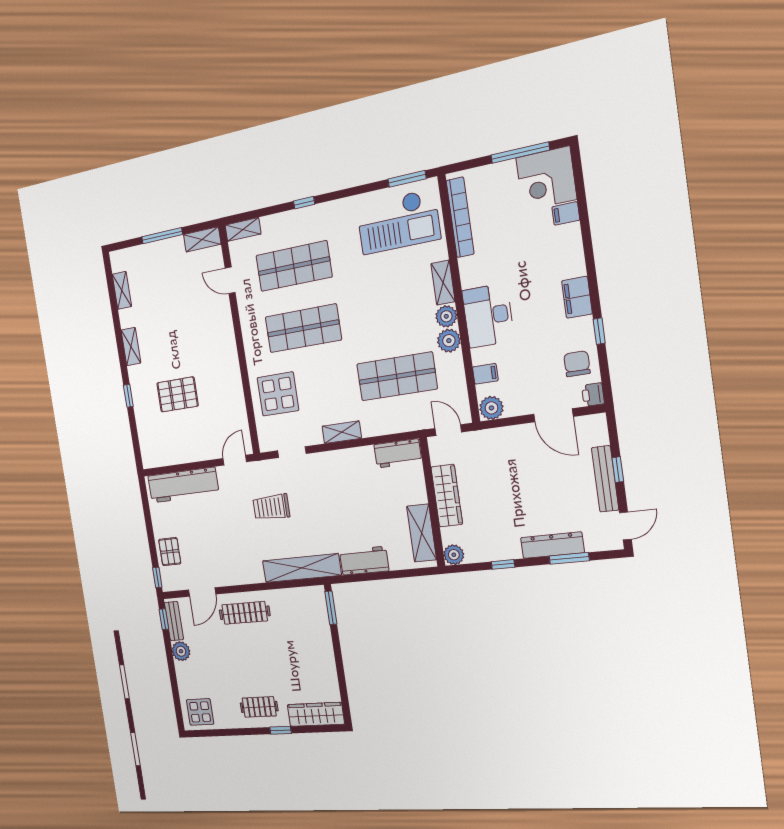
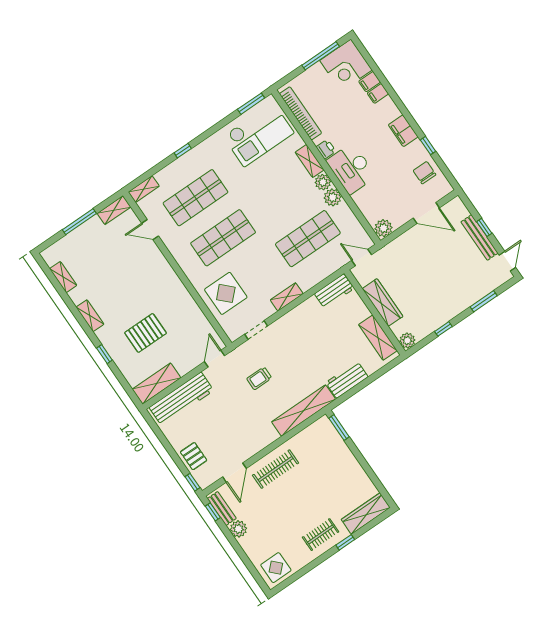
filing cabinet: (485, 374) -> (378, 93), moved, turned 180
printer: (593, 395) -> (326, 149), moved, turned 180
shelving: (166, 455) -> (157, 383), added
trolley: (271, 507) -> (259, 378), width x0.73, depth x0.72
dresser: (552, 545) -> (469, 298), removed

